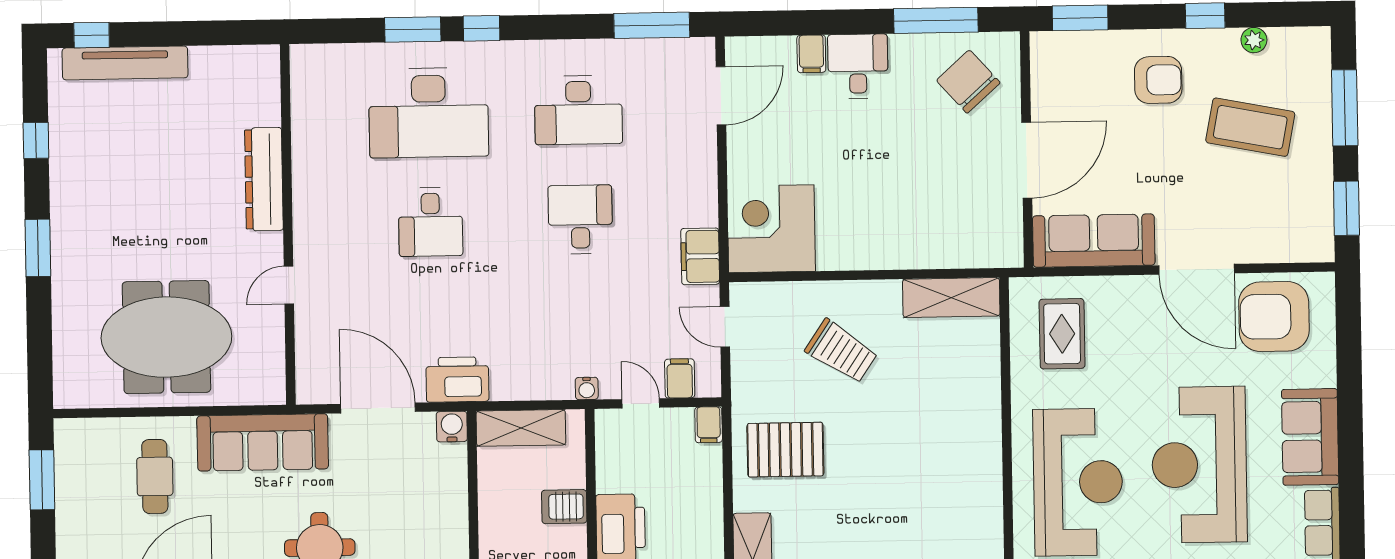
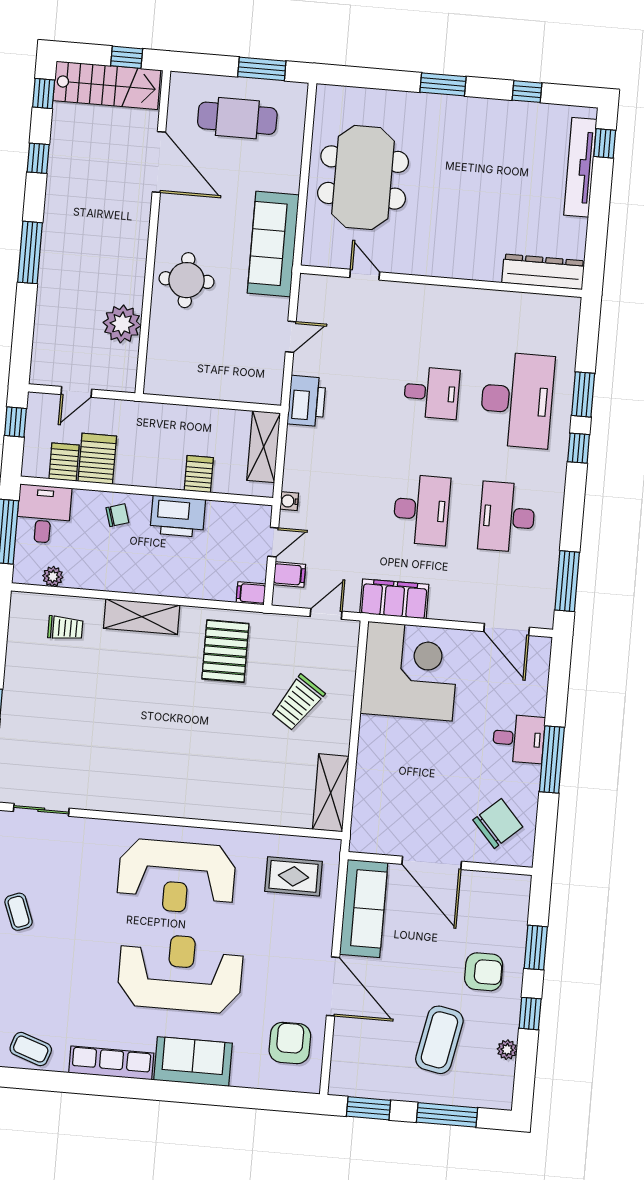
window: (1080, 18) -> (536, 948), moved
window: (936, 20) -> (552, 759), moved
filing cabinet: (811, 54) -> (532, 703), removed
armchair: (1158, 80) -> (484, 972), turned -90
desk: (429, 113) -> (517, 400), turned 180
dresser: (264, 179) -> (543, 272), moved
desk: (580, 219) -> (422, 510), width x1.37
desk: (431, 222) -> (432, 393), turned 180
corner desk: (771, 229) -> (410, 671), width x1.36, depth x1.36
filing cabinet: (700, 256) -> (394, 599), width x1.50, depth x1.17
door: (1197, 269) -> (333, 986), swing flipped
door: (289, 285) -> (365, 275), moved
armchair: (1274, 317) -> (290, 1043), width x0.73, depth x0.73
door: (378, 408) -> (291, 337), width x0.53
water cooler: (452, 427) -> (270, 393), removed
cafe table: (155, 476) -> (237, 118), moved, width x1.37, depth x1.35

